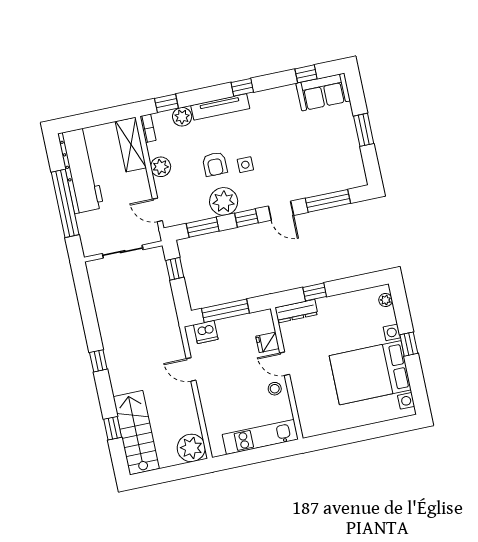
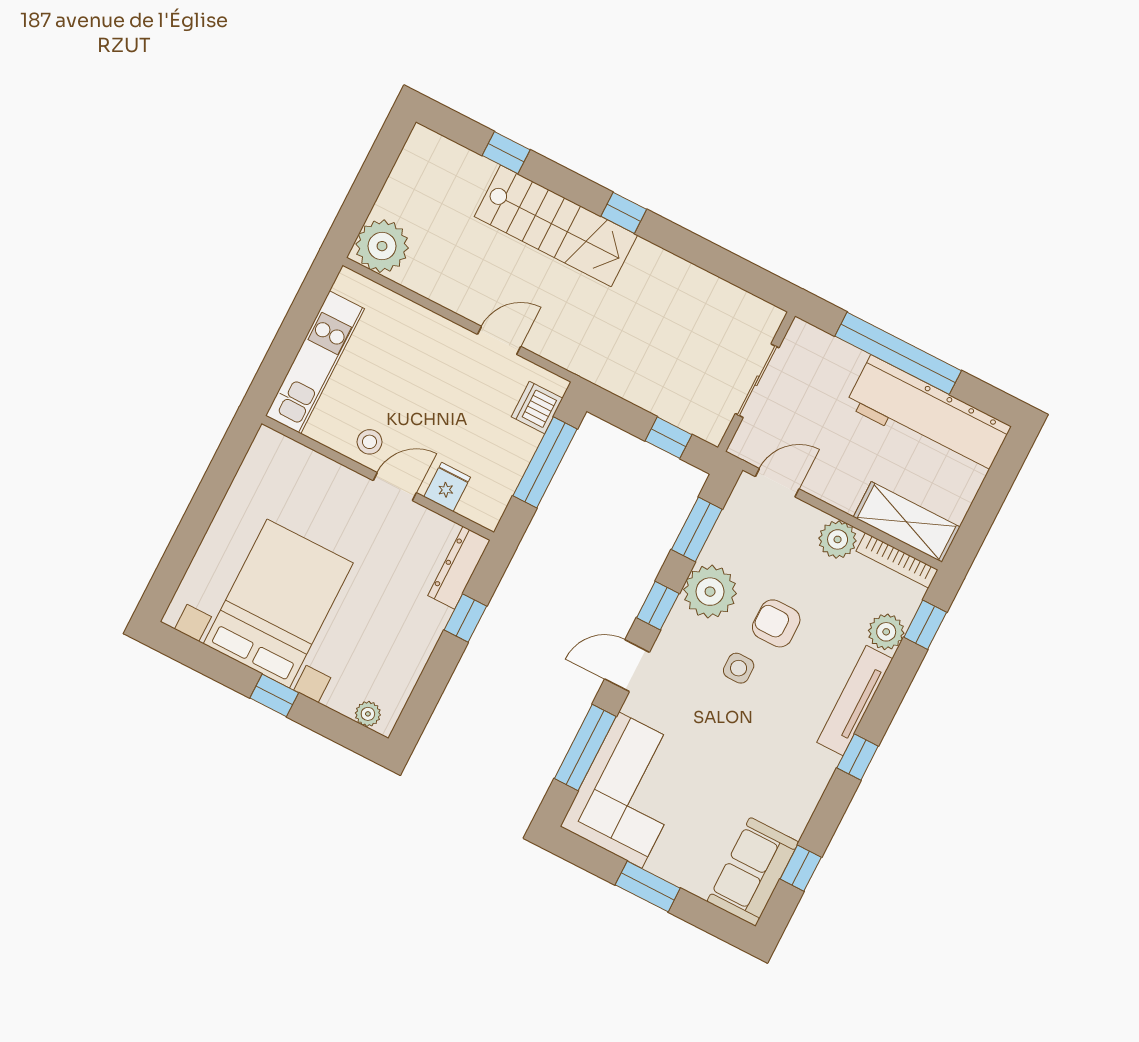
bookcase: (148, 128) -> (897, 560), width x1.56
corner sofa: (330, 169) -> (630, 790), added
stairs: (136, 433) -> (556, 226), moved

